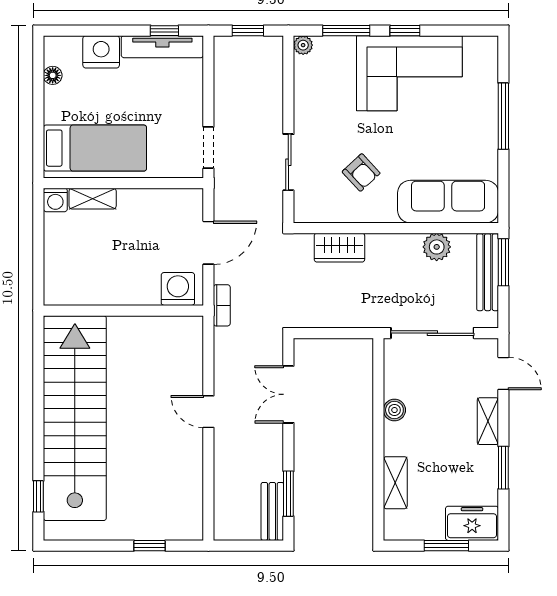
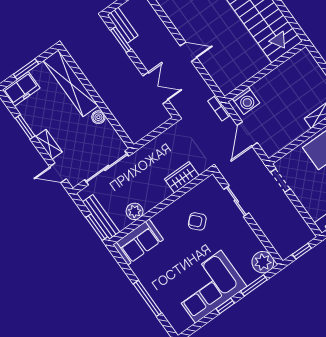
plant: (303, 45) -> (263, 262), width x1.88, depth x1.88
sofa: (448, 202) -> (138, 242), width x0.73
shelving: (395, 483) -> (71, 83), width x2.20, depth x1.33

